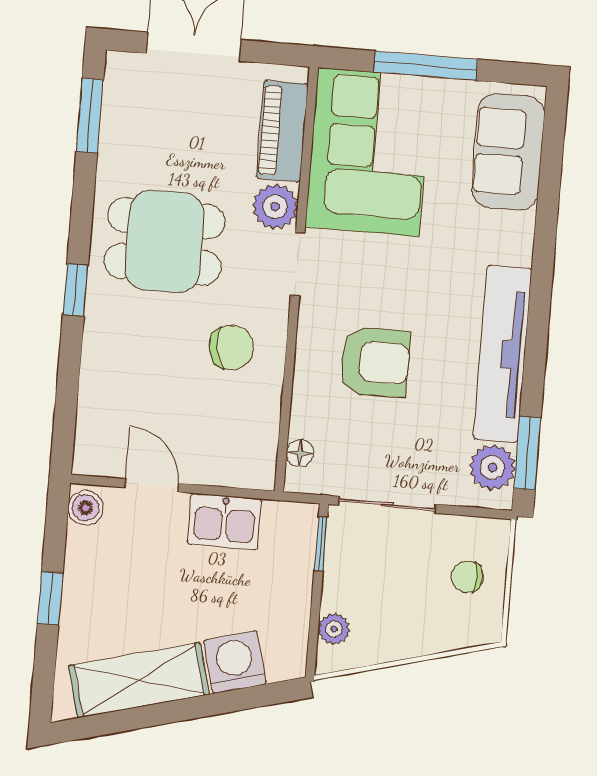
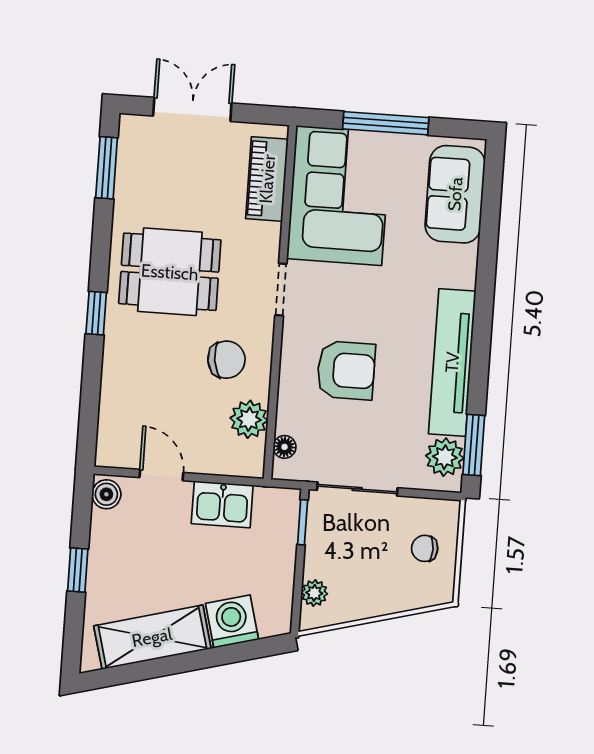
plant: (275, 207) -> (249, 419), moved

